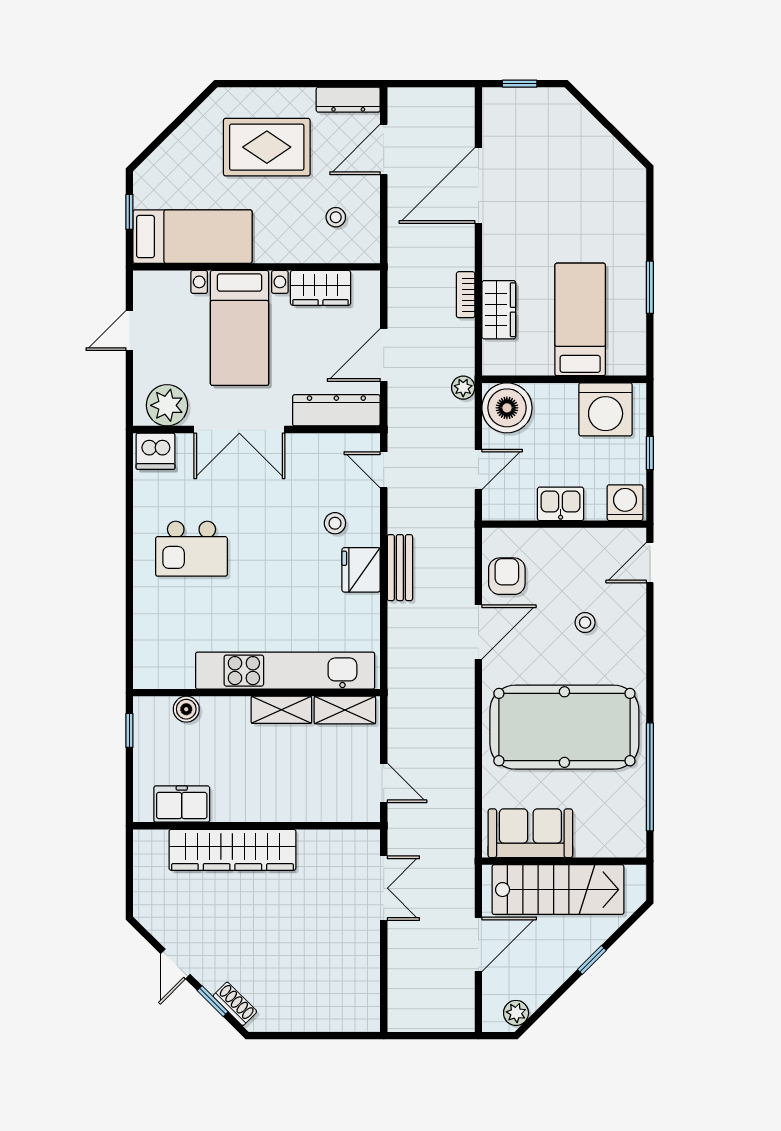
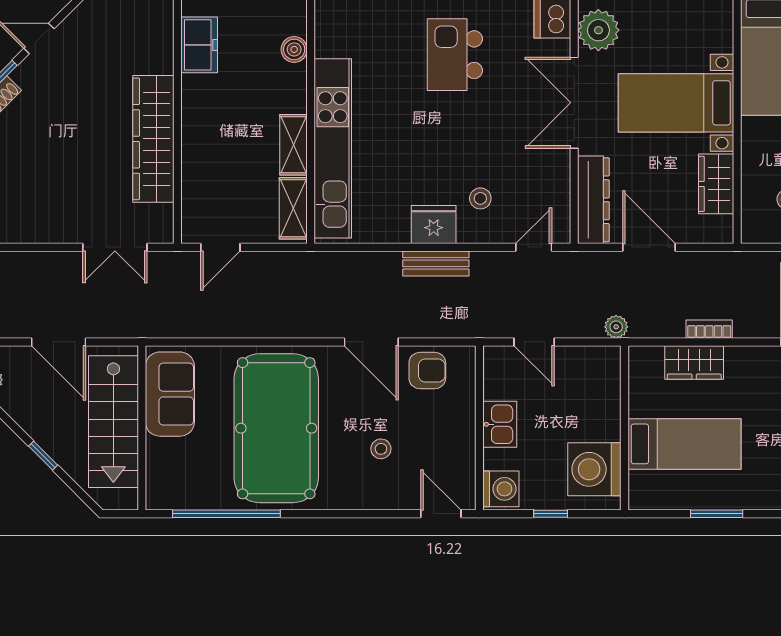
boiler: (507, 408) -> (596, 371), removed
wardrobe: (232, 850) -> (153, 139), moved

